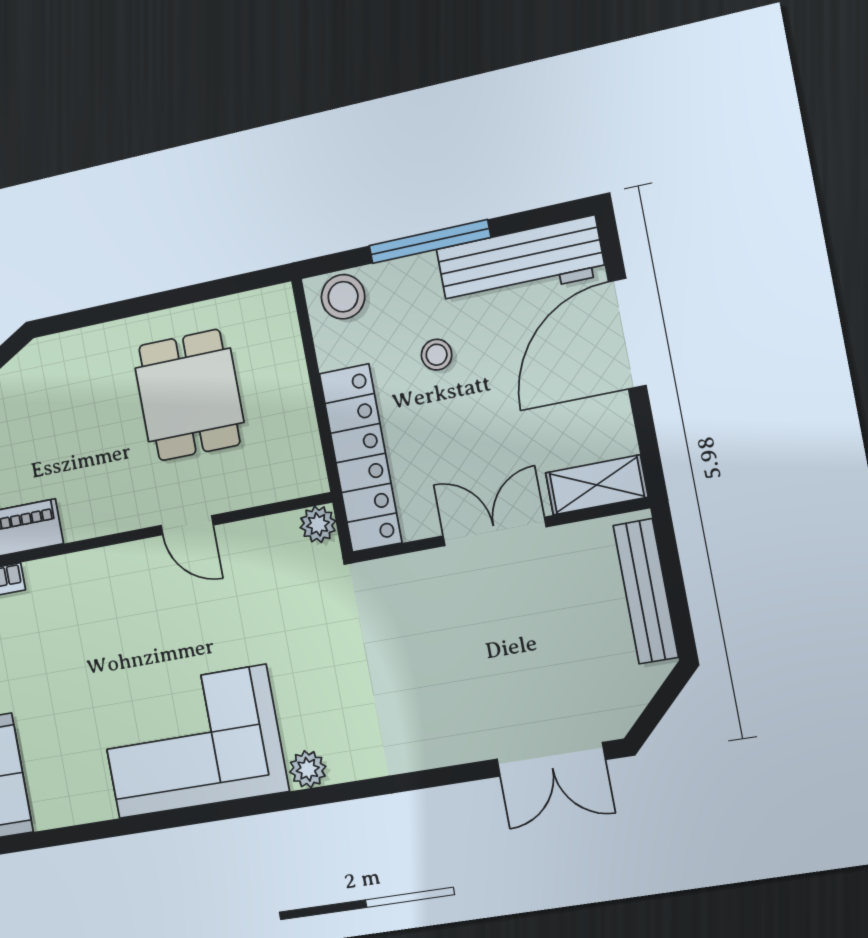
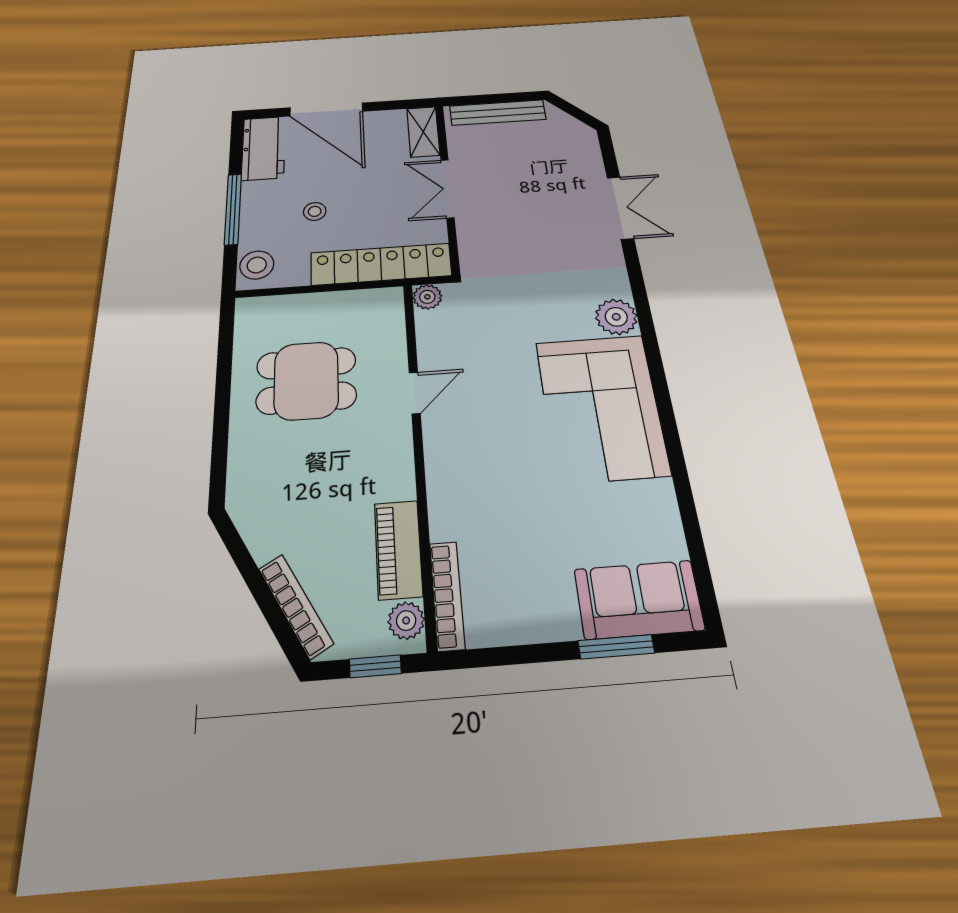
workbench: (521, 262) -> (263, 148), width x0.73
double door: (551, 759) -> (620, 208), moved
plant: (308, 769) -> (616, 317), width x1.38, depth x1.38

